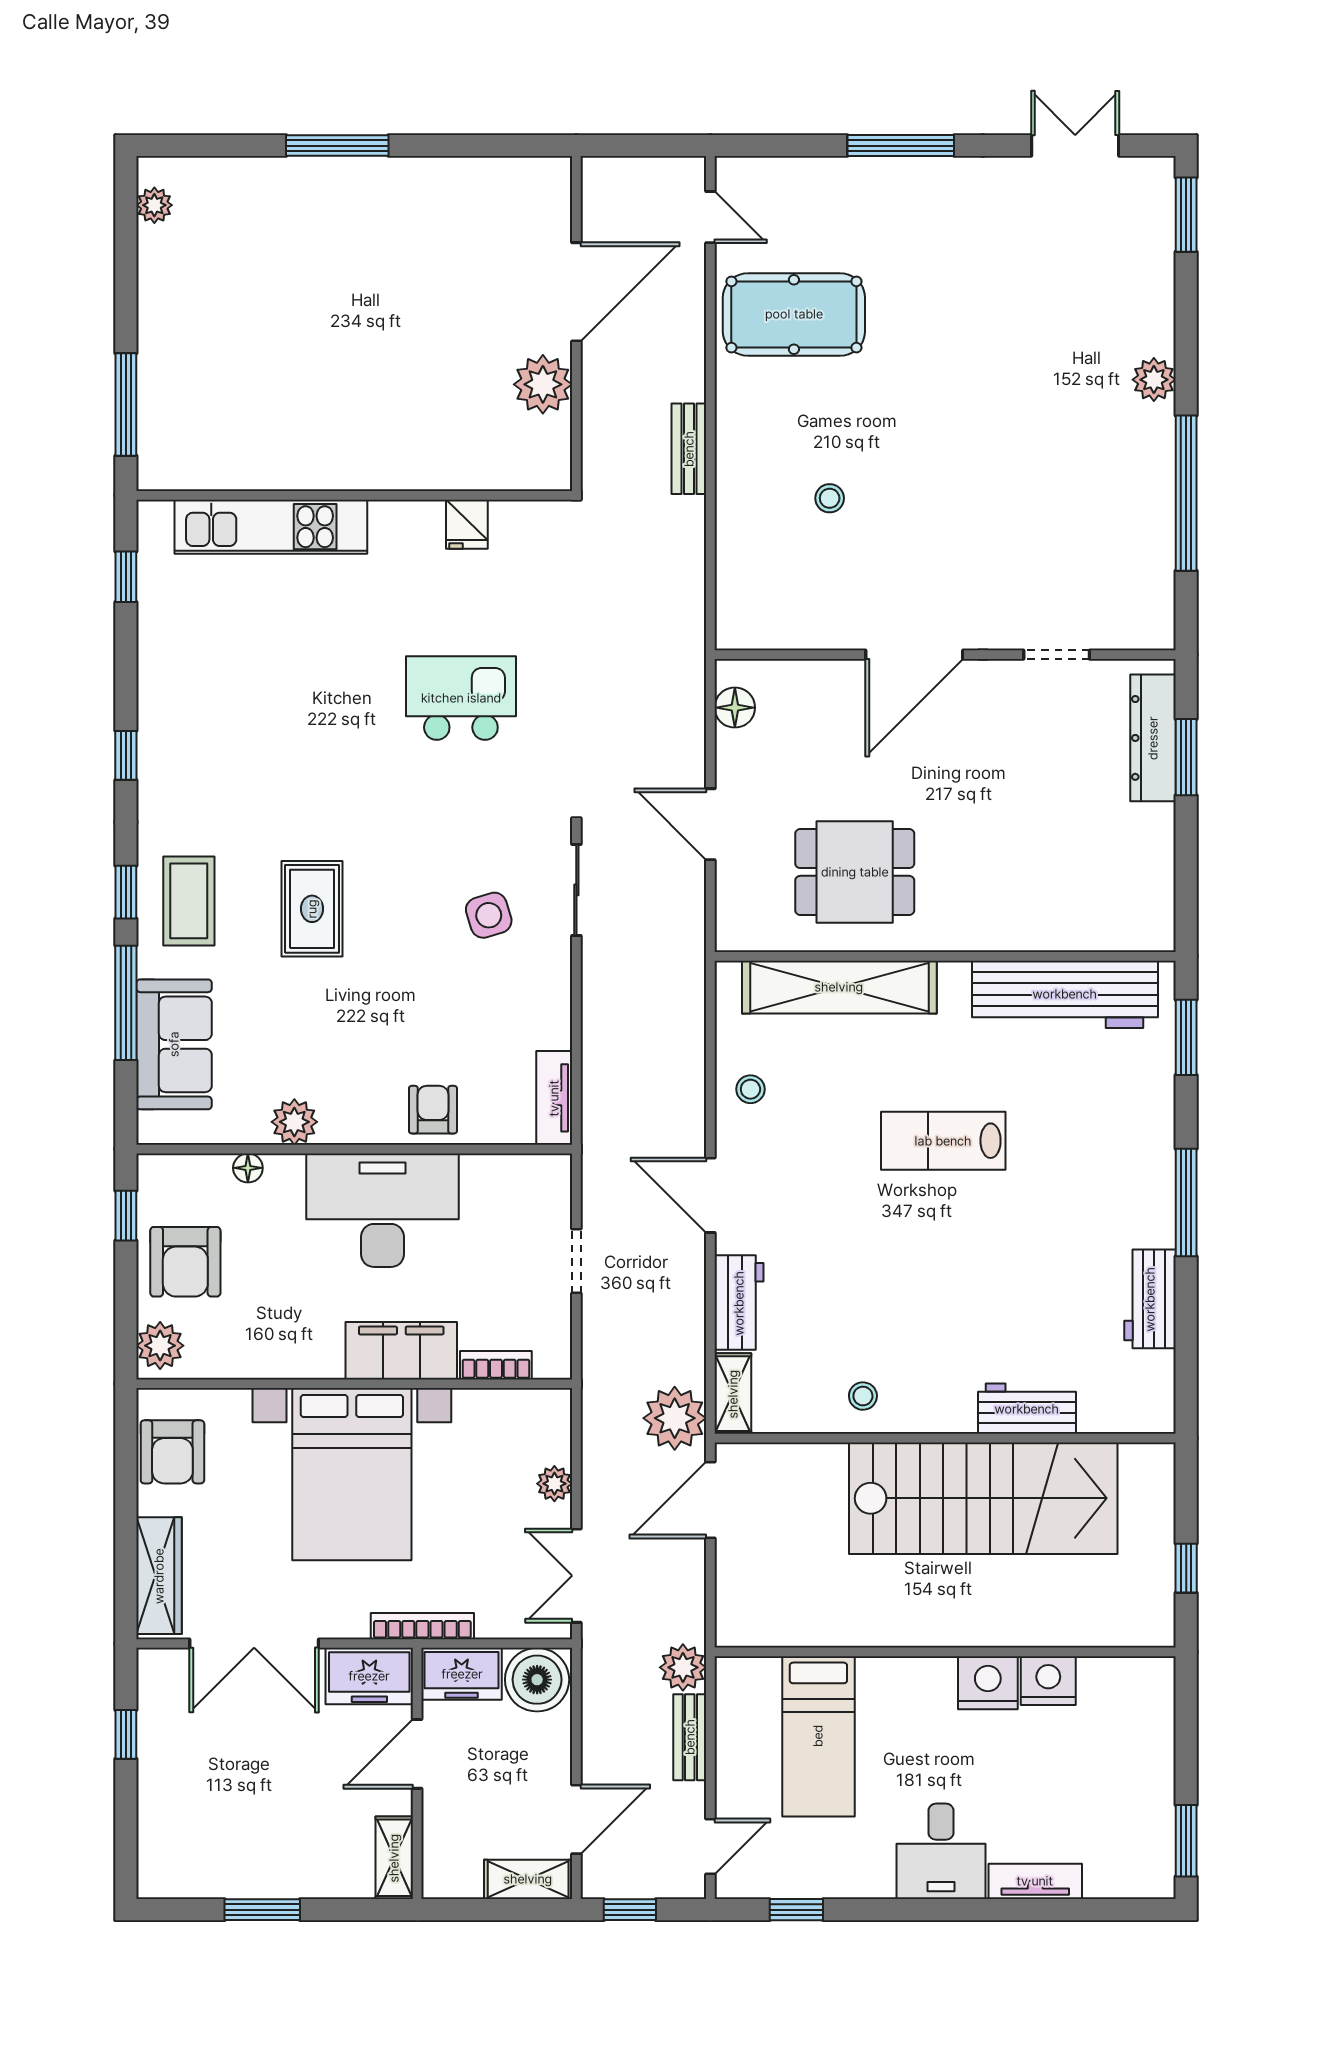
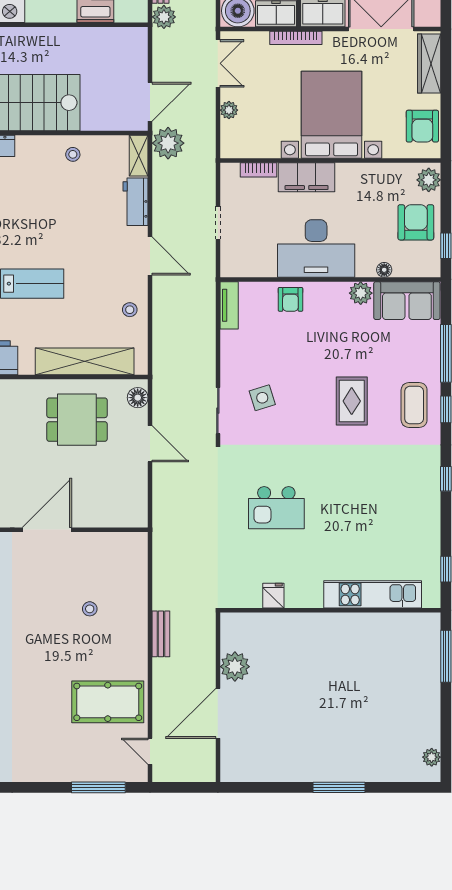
window: (901, 146) -> (98, 787), moved
floor lamp: (735, 708) -> (138, 398), moved
sofa: (174, 1044) -> (407, 301), moved, turned -90
armchair: (172, 1452) -> (422, 126), turned 180

